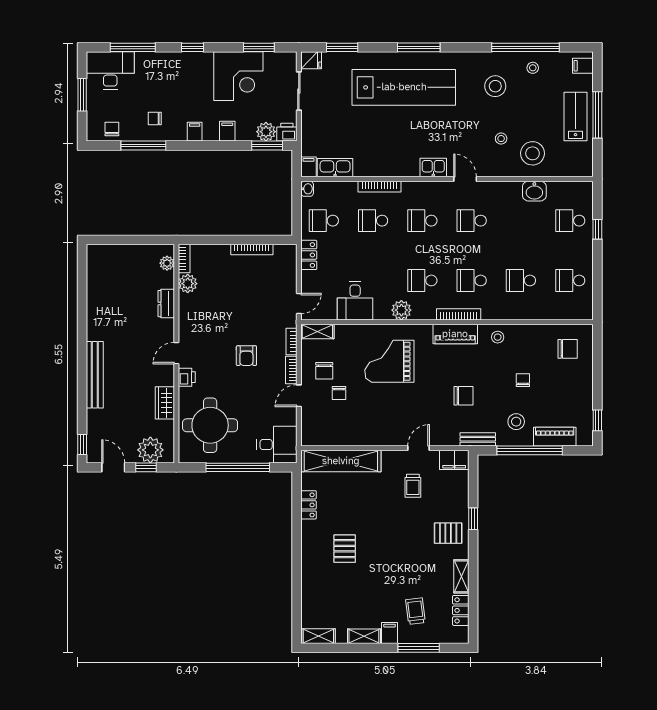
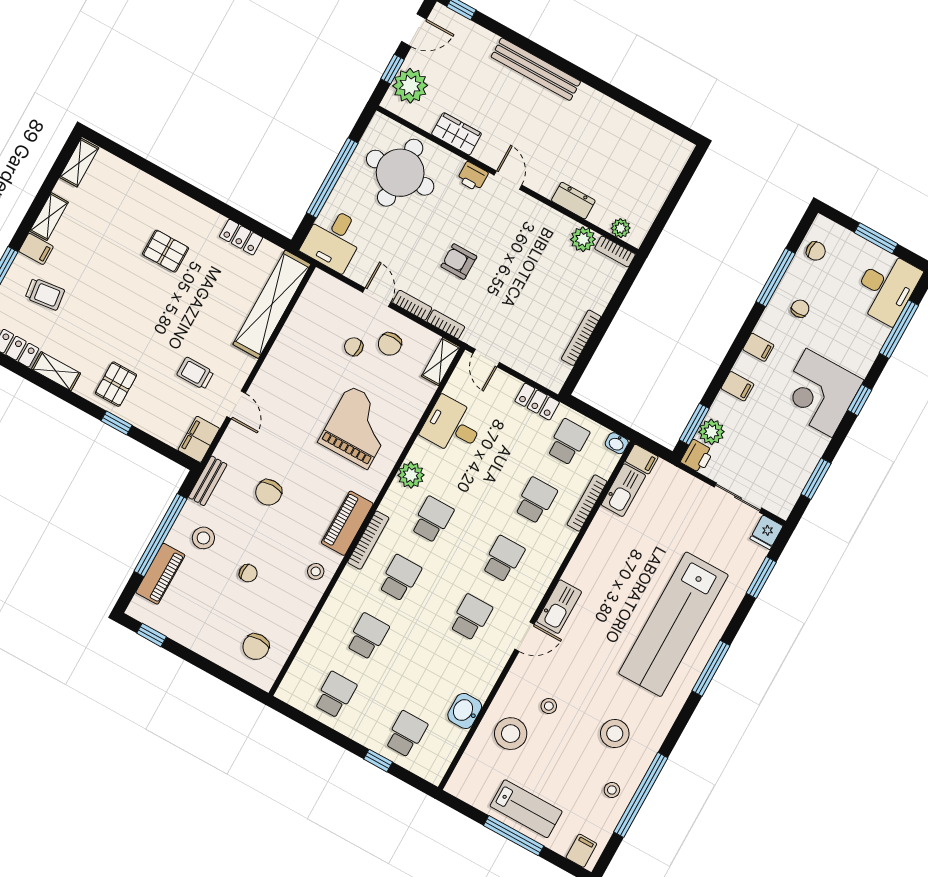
corner desk: (238, 76) -> (819, 393), moved
kitchen sink: (433, 168) -> (559, 607), width x1.38
bookcase: (380, 187) -> (587, 503), moved
chair: (324, 371) -> (390, 344), turned -90

